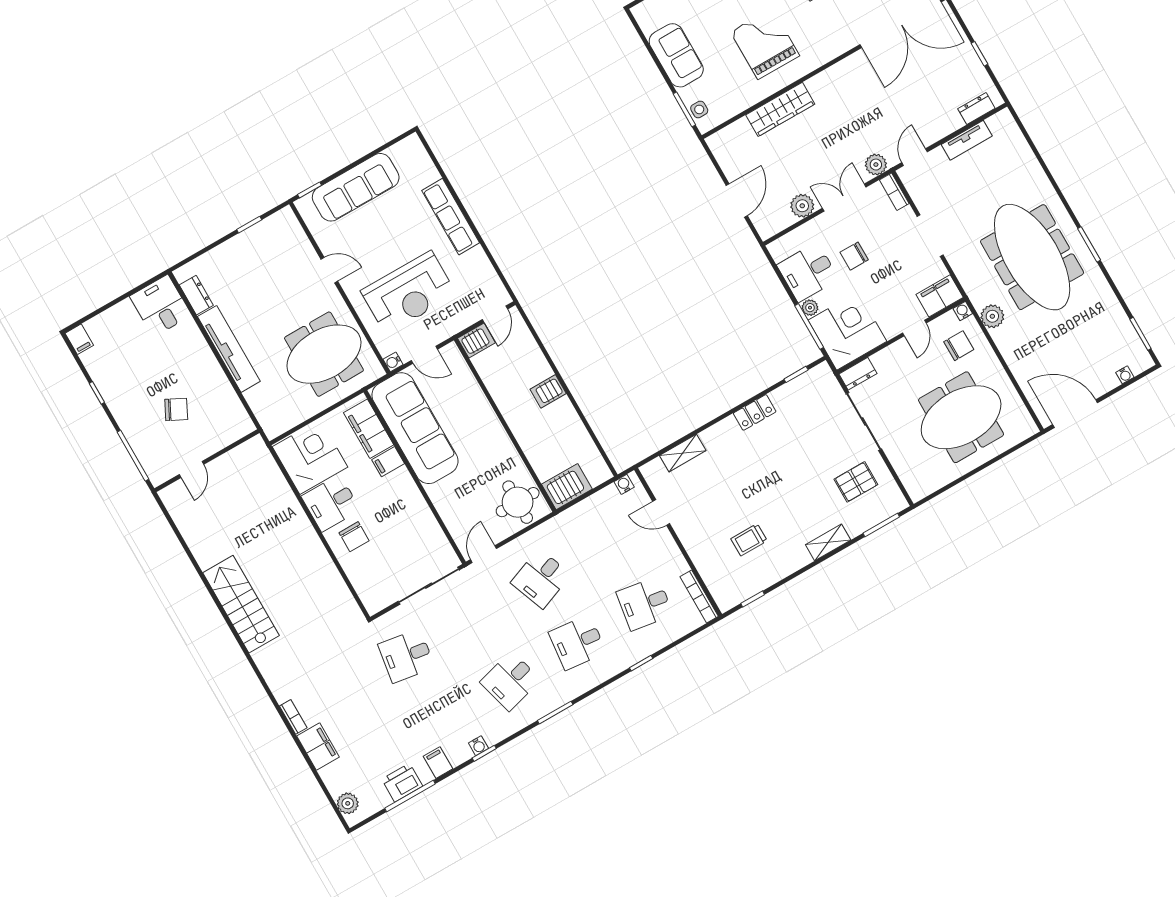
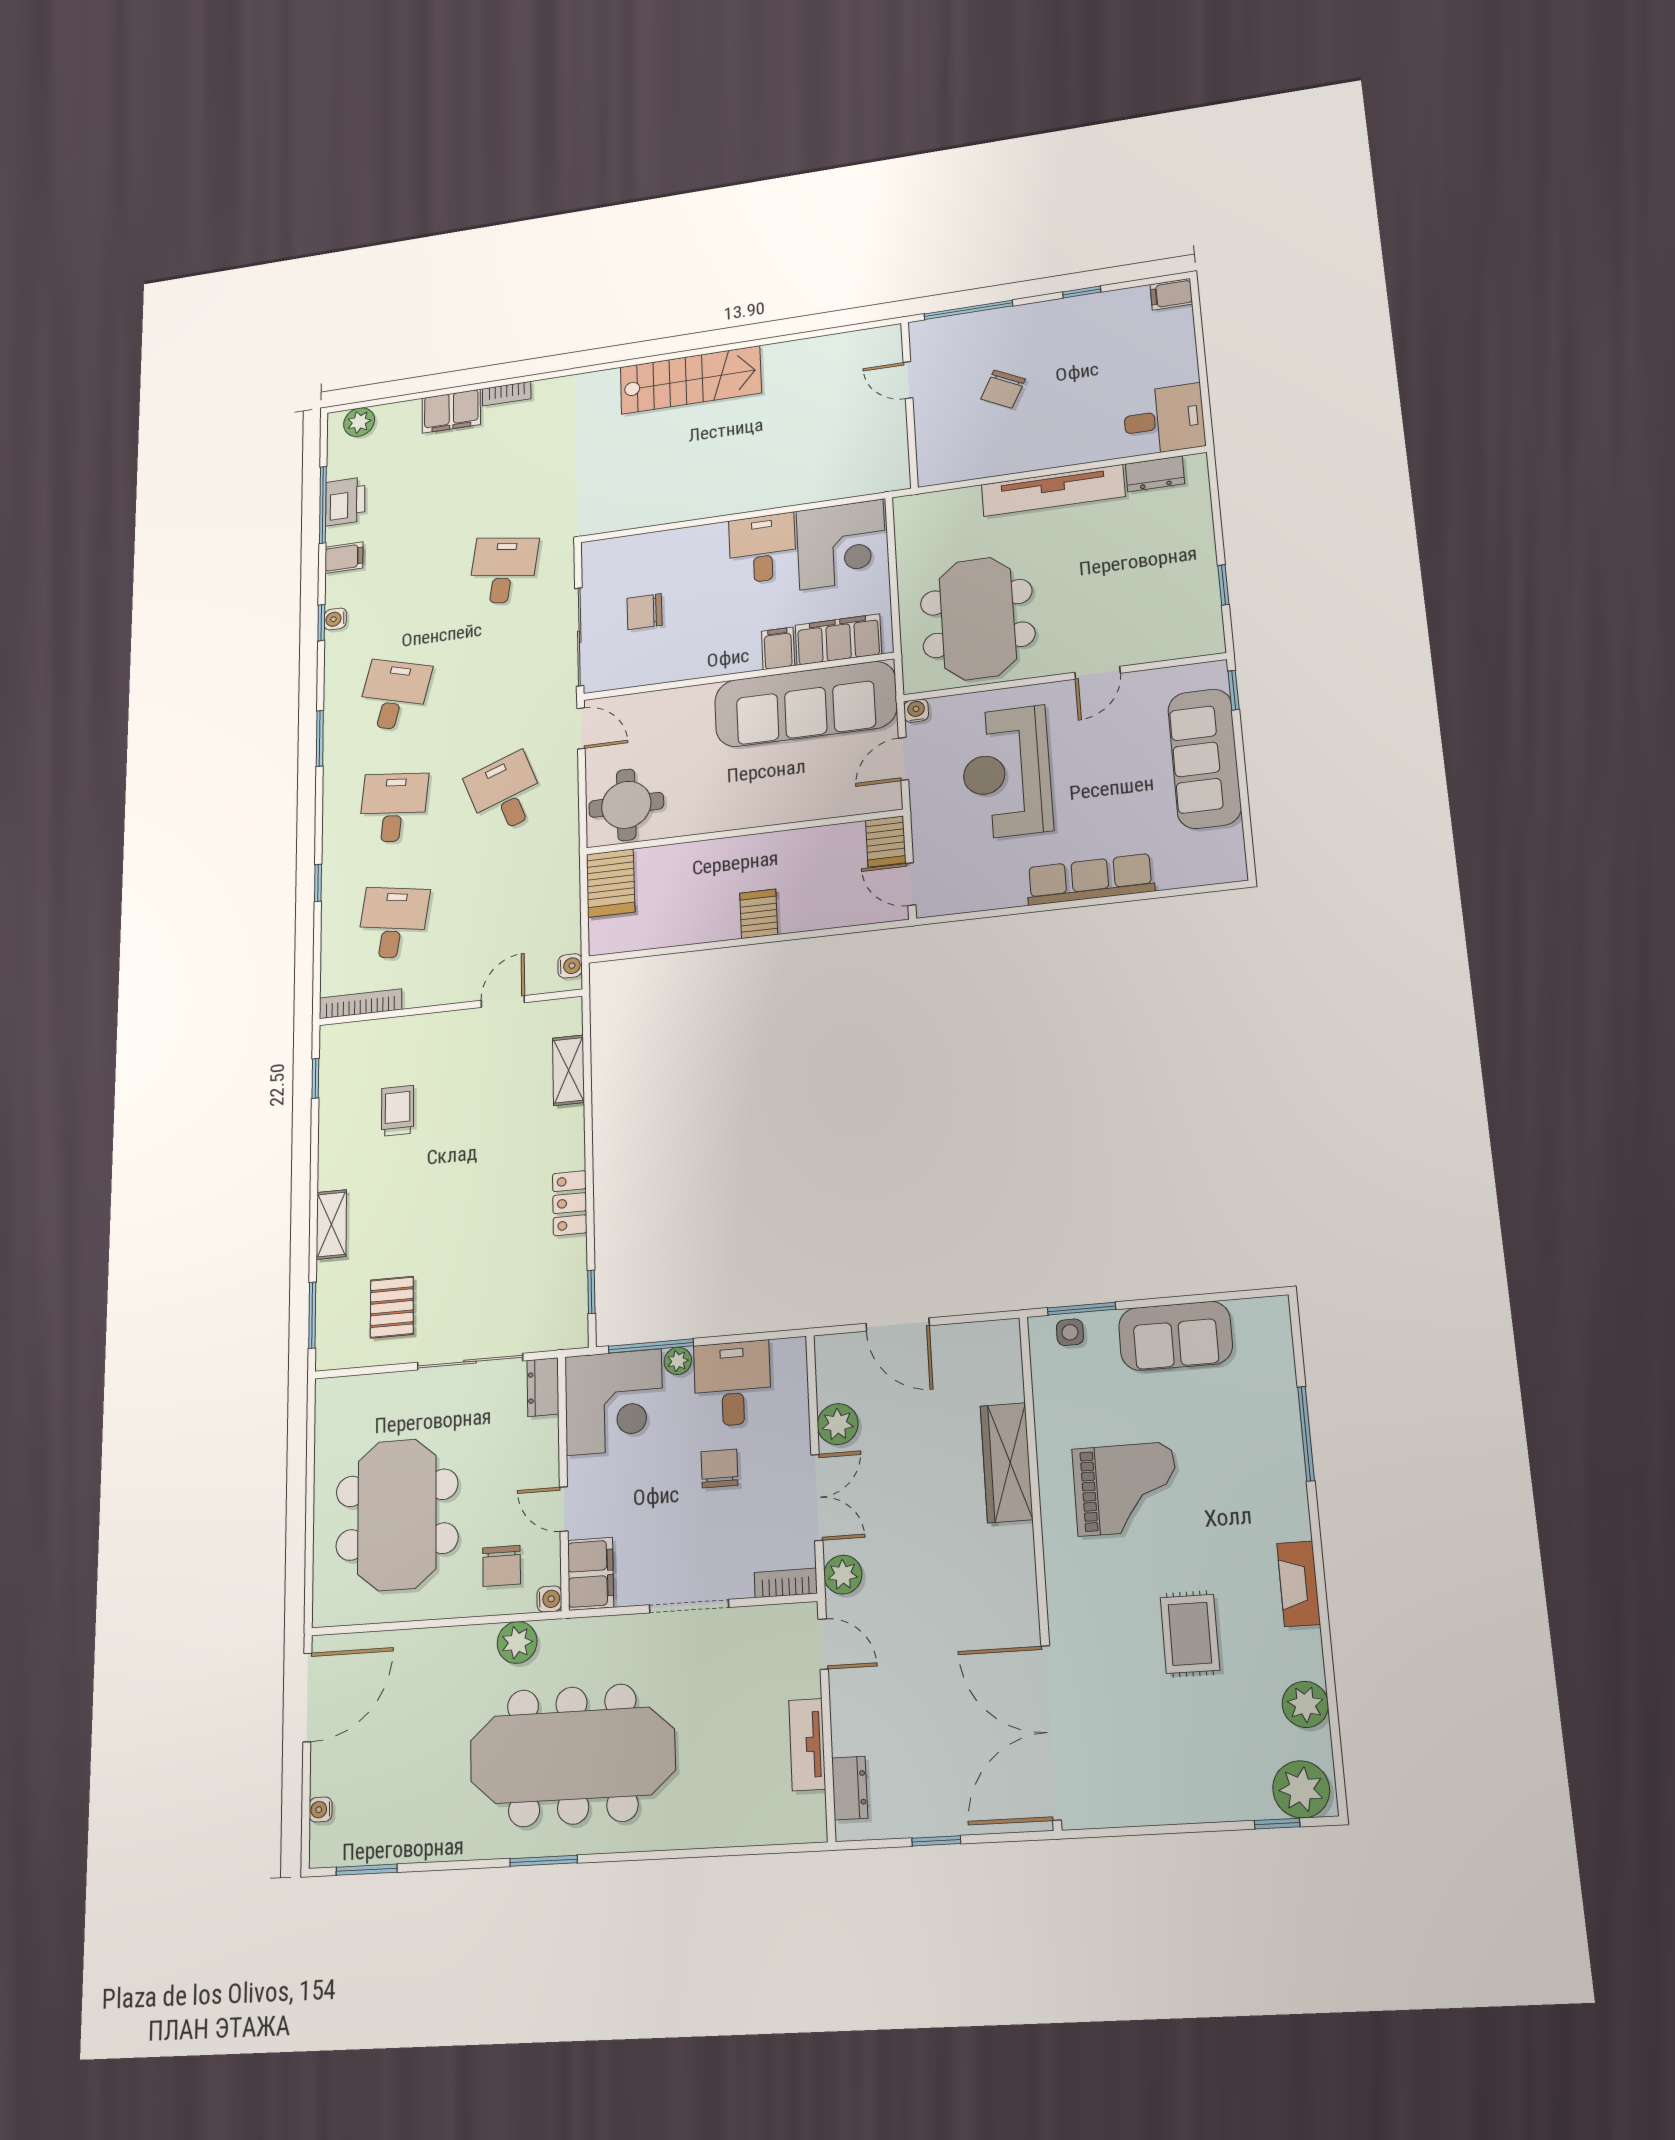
chair: (354, 537) -> (645, 612), moved
desk: (510, 681) -> (394, 695), turned 30

